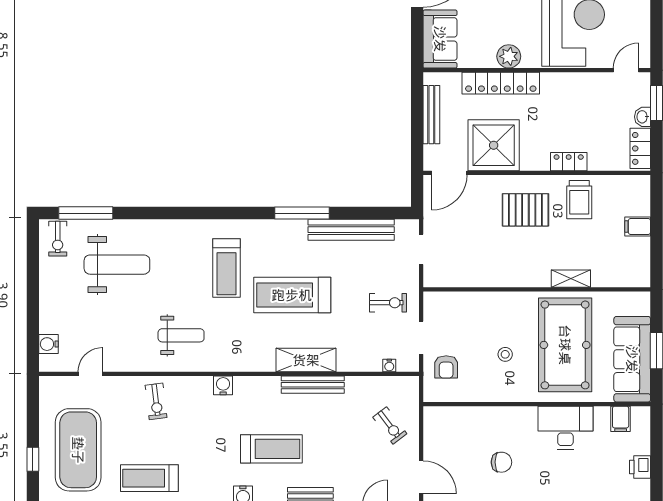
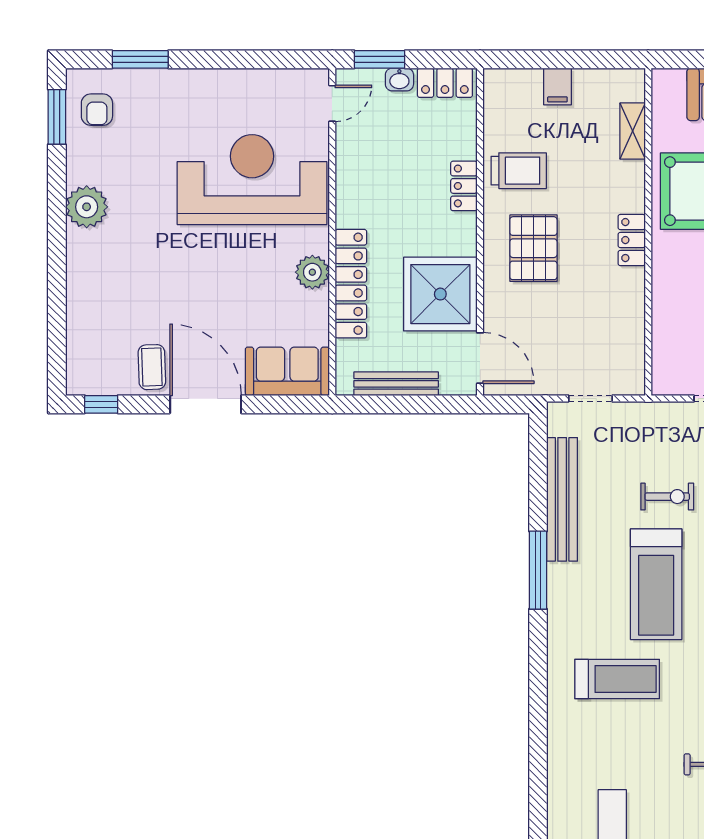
door: (626, 70) -> (332, 103), swing flipped
locker: (531, 278) -> (632, 240), added
shelving: (571, 279) -> (633, 131), moved
exercise bike: (388, 303) -> (667, 497), moved, turned 90

